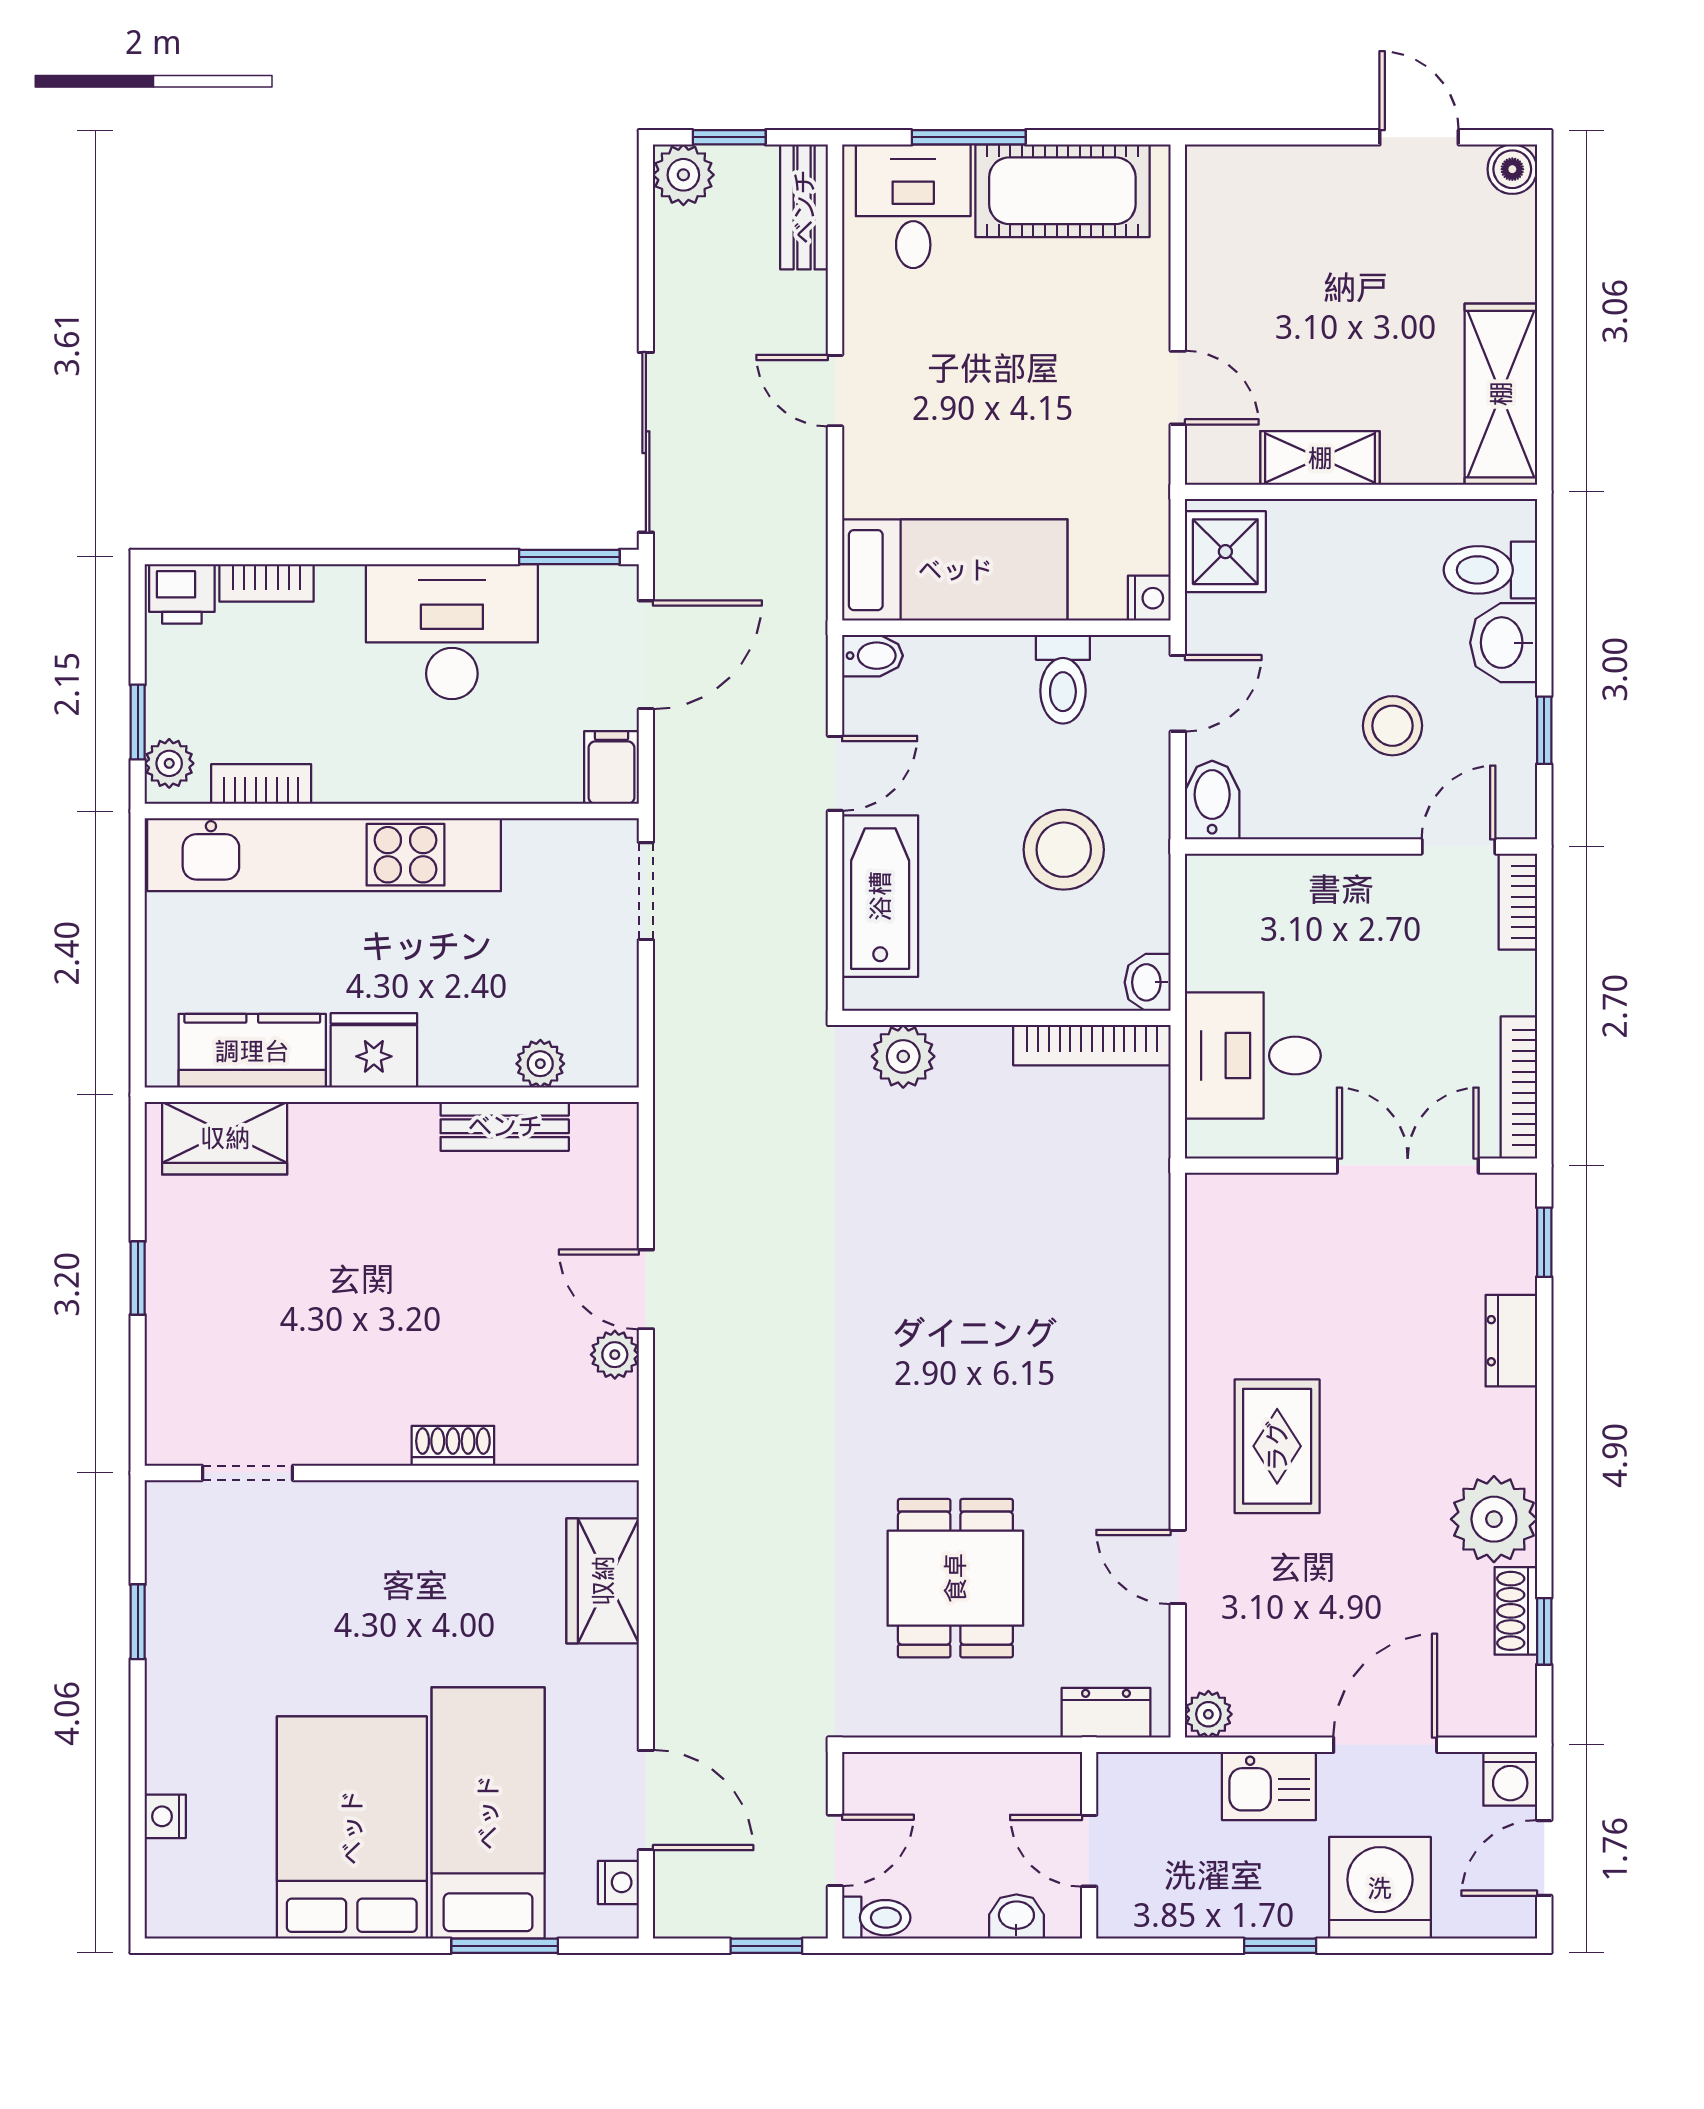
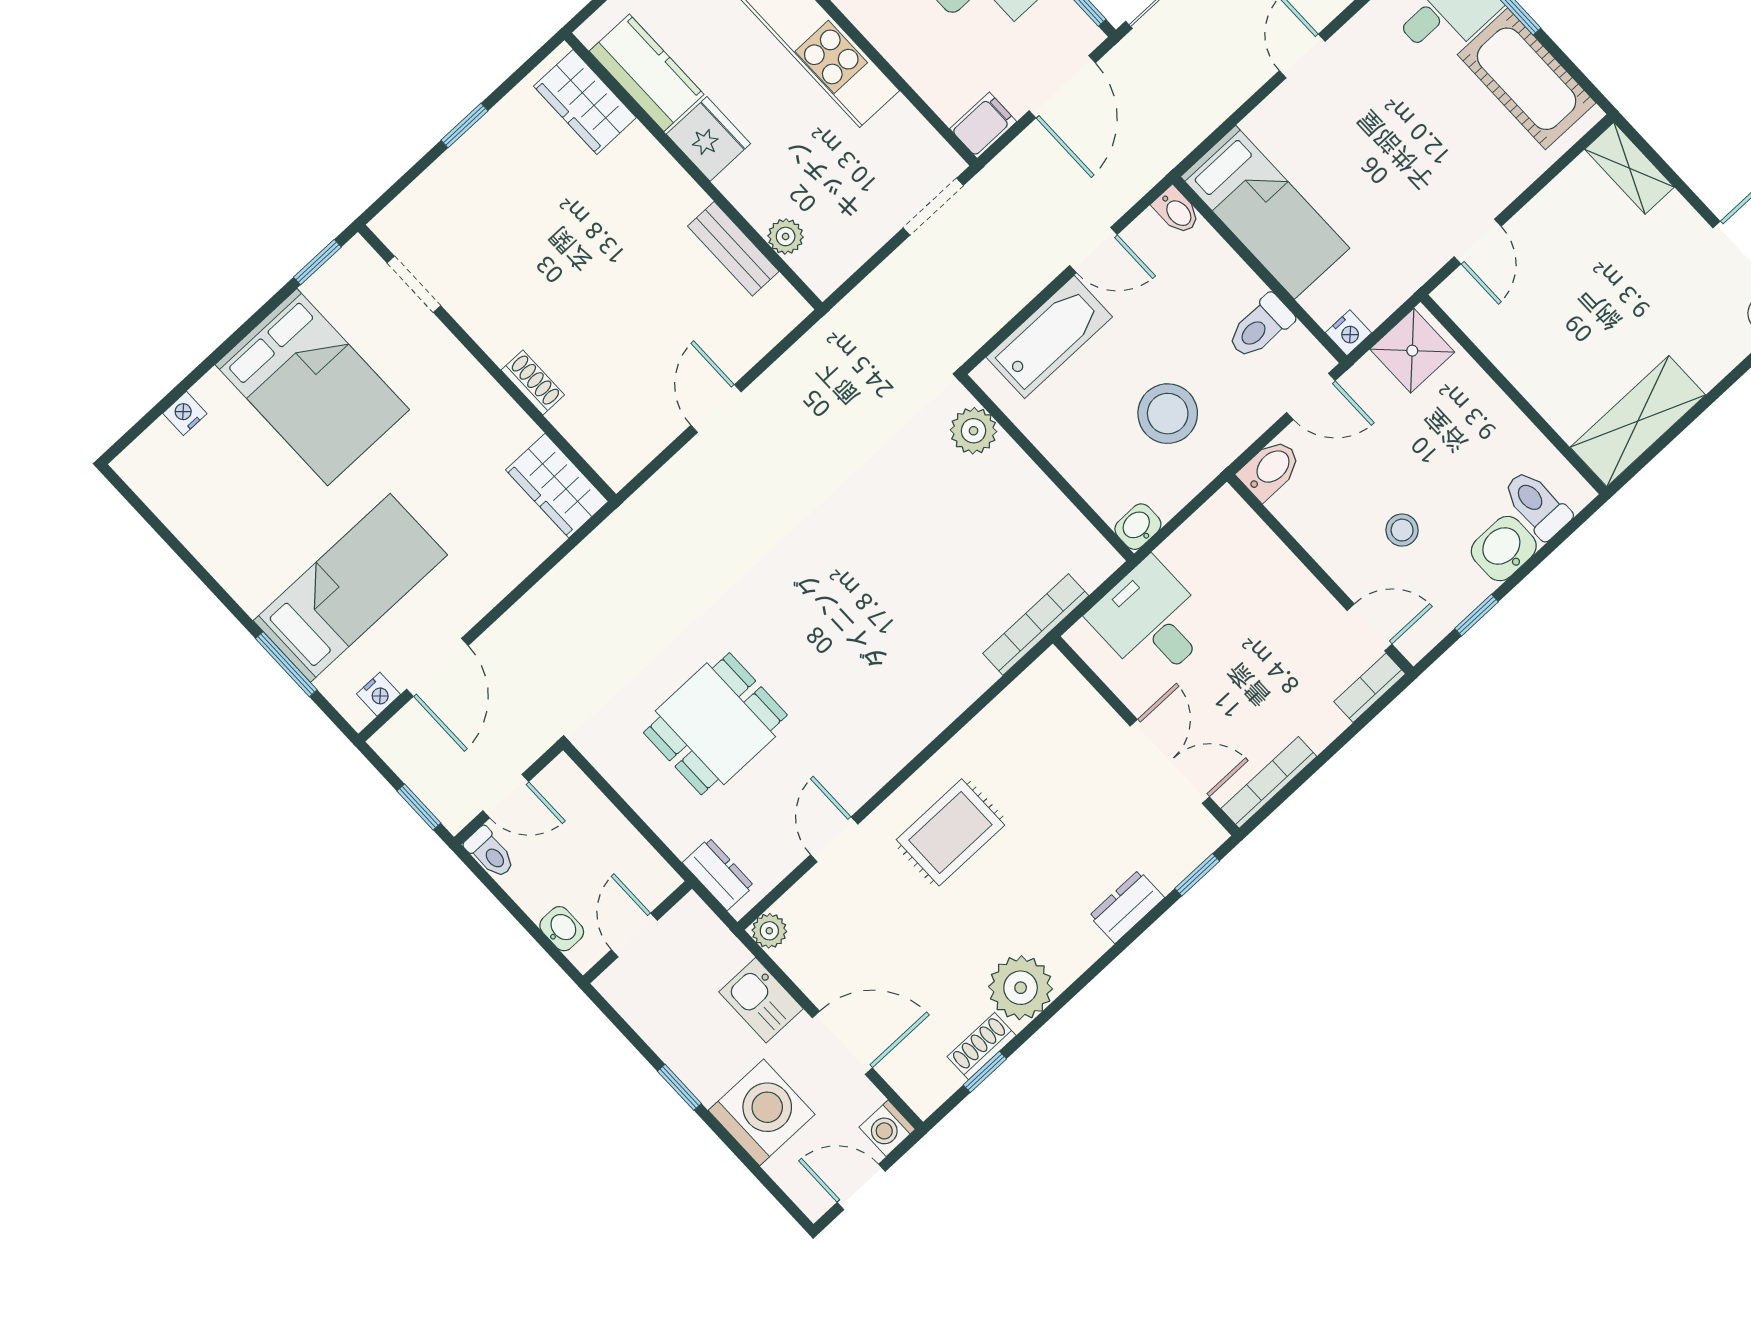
shelving: (1320, 458) -> (1630, 168), moved
door: (646, 655) -> (1062, 87), hinge flipped
stool: (1392, 726) -> (1402, 530), width x0.73, depth x0.73
bookcase: (1092, 1045) -> (1036, 624), moved, turned 90
plant: (615, 1355) -> (665, 425), removed
wardrobe: (603, 1581) -> (557, 486), moved, turned -90
window: (138, 1622) -> (317, 262), moved
bed: (352, 1828) -> (312, 387), moved, turned 90

